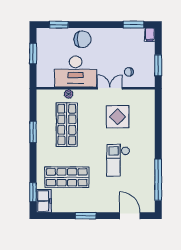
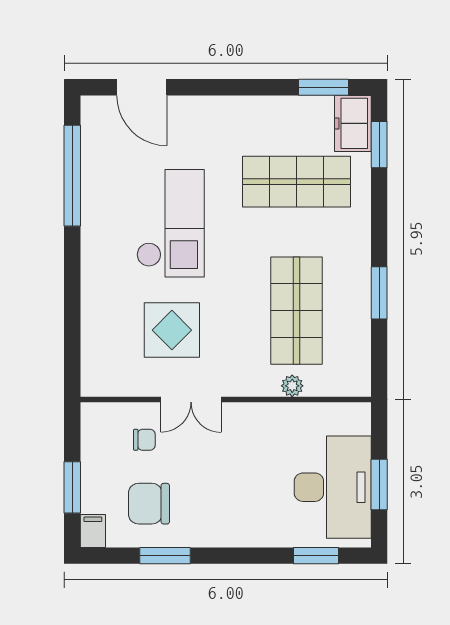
window: (134, 25) -> (165, 556), moved
chair: (83, 39) -> (149, 504), moved
window: (158, 65) -> (72, 487), moved
desk: (76, 72) -> (333, 487), moved, turned 90
checkout: (118, 160) -> (170, 223), width x1.36, depth x1.21
window: (86, 216) -> (323, 87), moved

